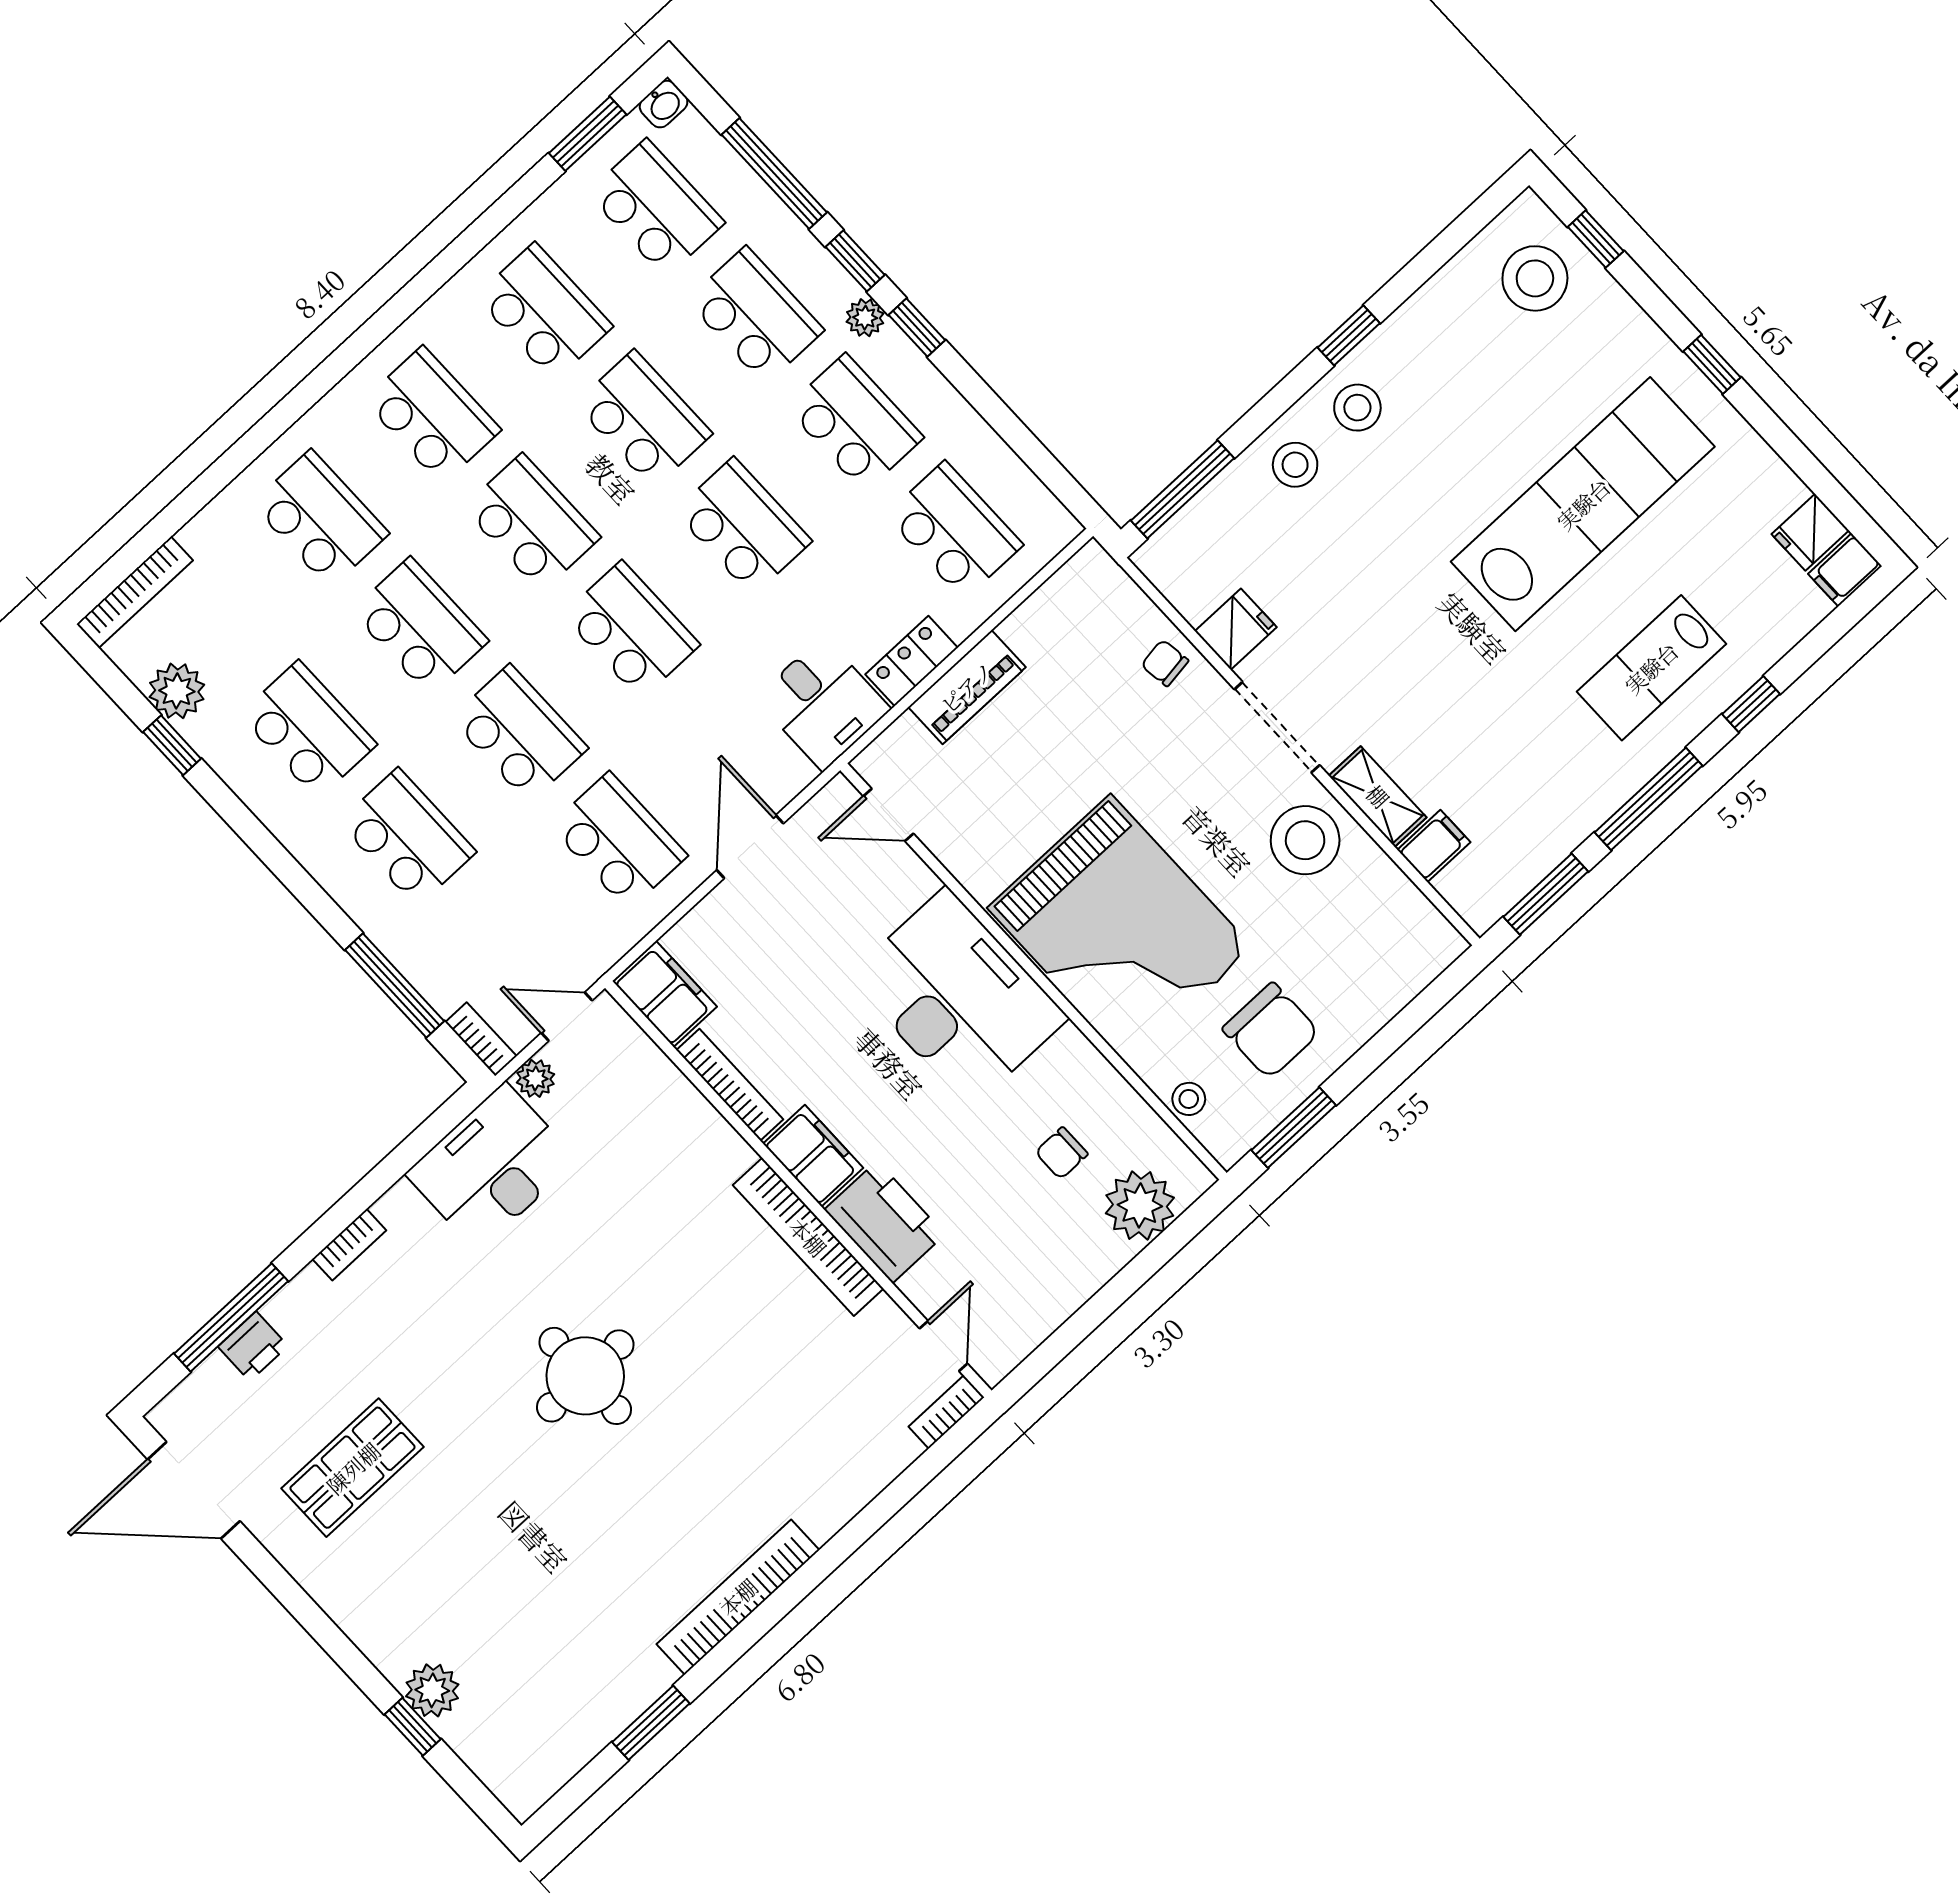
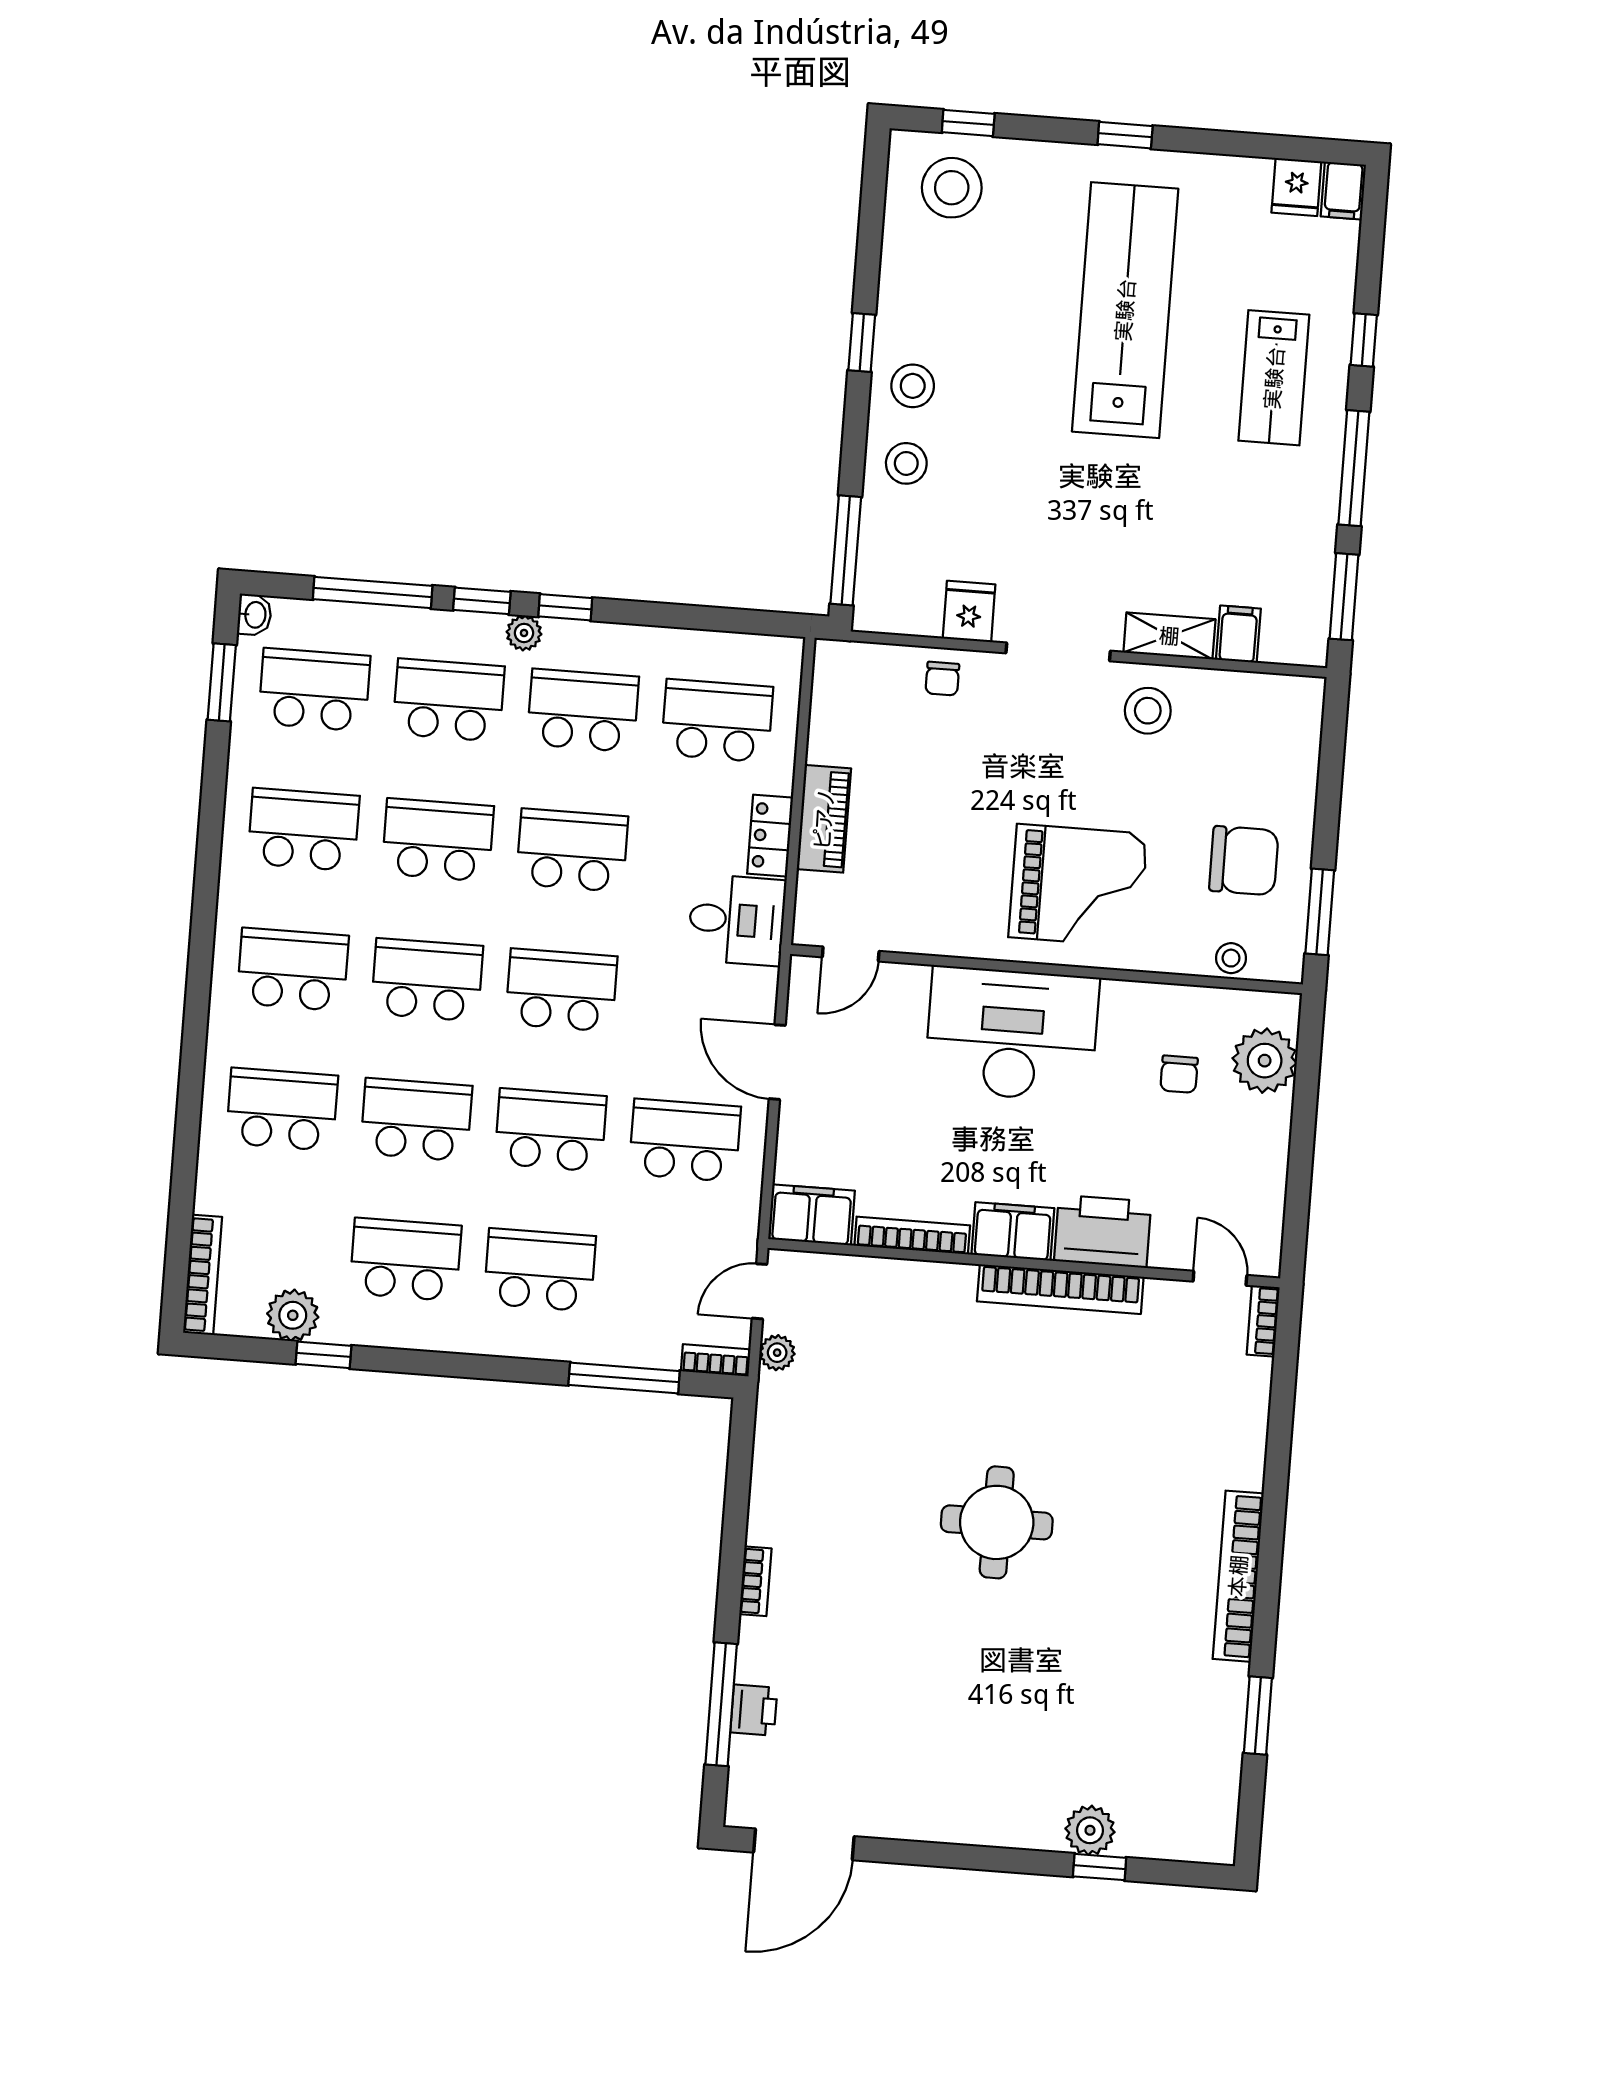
chair: (1165, 663) -> (942, 679), turned -82
stool: (1305, 840) -> (1148, 711), width x0.73, depth x0.73
grand piano: (1120, 928) -> (1078, 885), width x0.73, depth x0.68
desk: (492, 1167) -> (803, 1440), removed
shop shelf: (353, 1468) -> (897, 1730), removed

